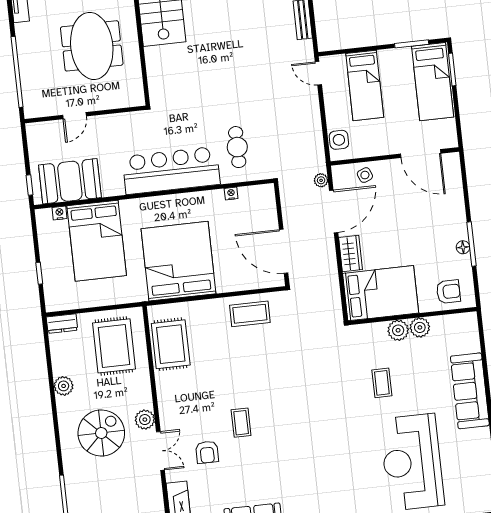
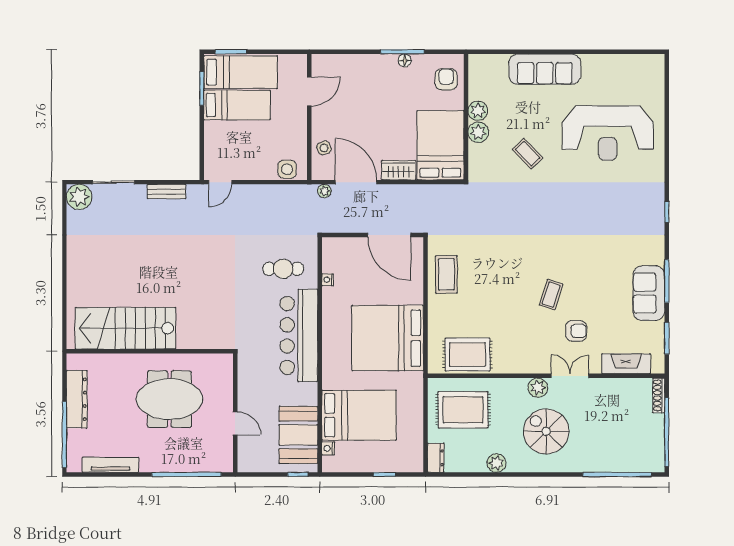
bed: (365, 85) -> (237, 105), moved
door: (421, 154) -> (309, 91), width x0.73
door: (284, 251) -> (389, 235), hinge flipped
coffee table: (382, 383) -> (528, 154), turned 46
coffee table: (241, 423) -> (551, 295), turned -72

